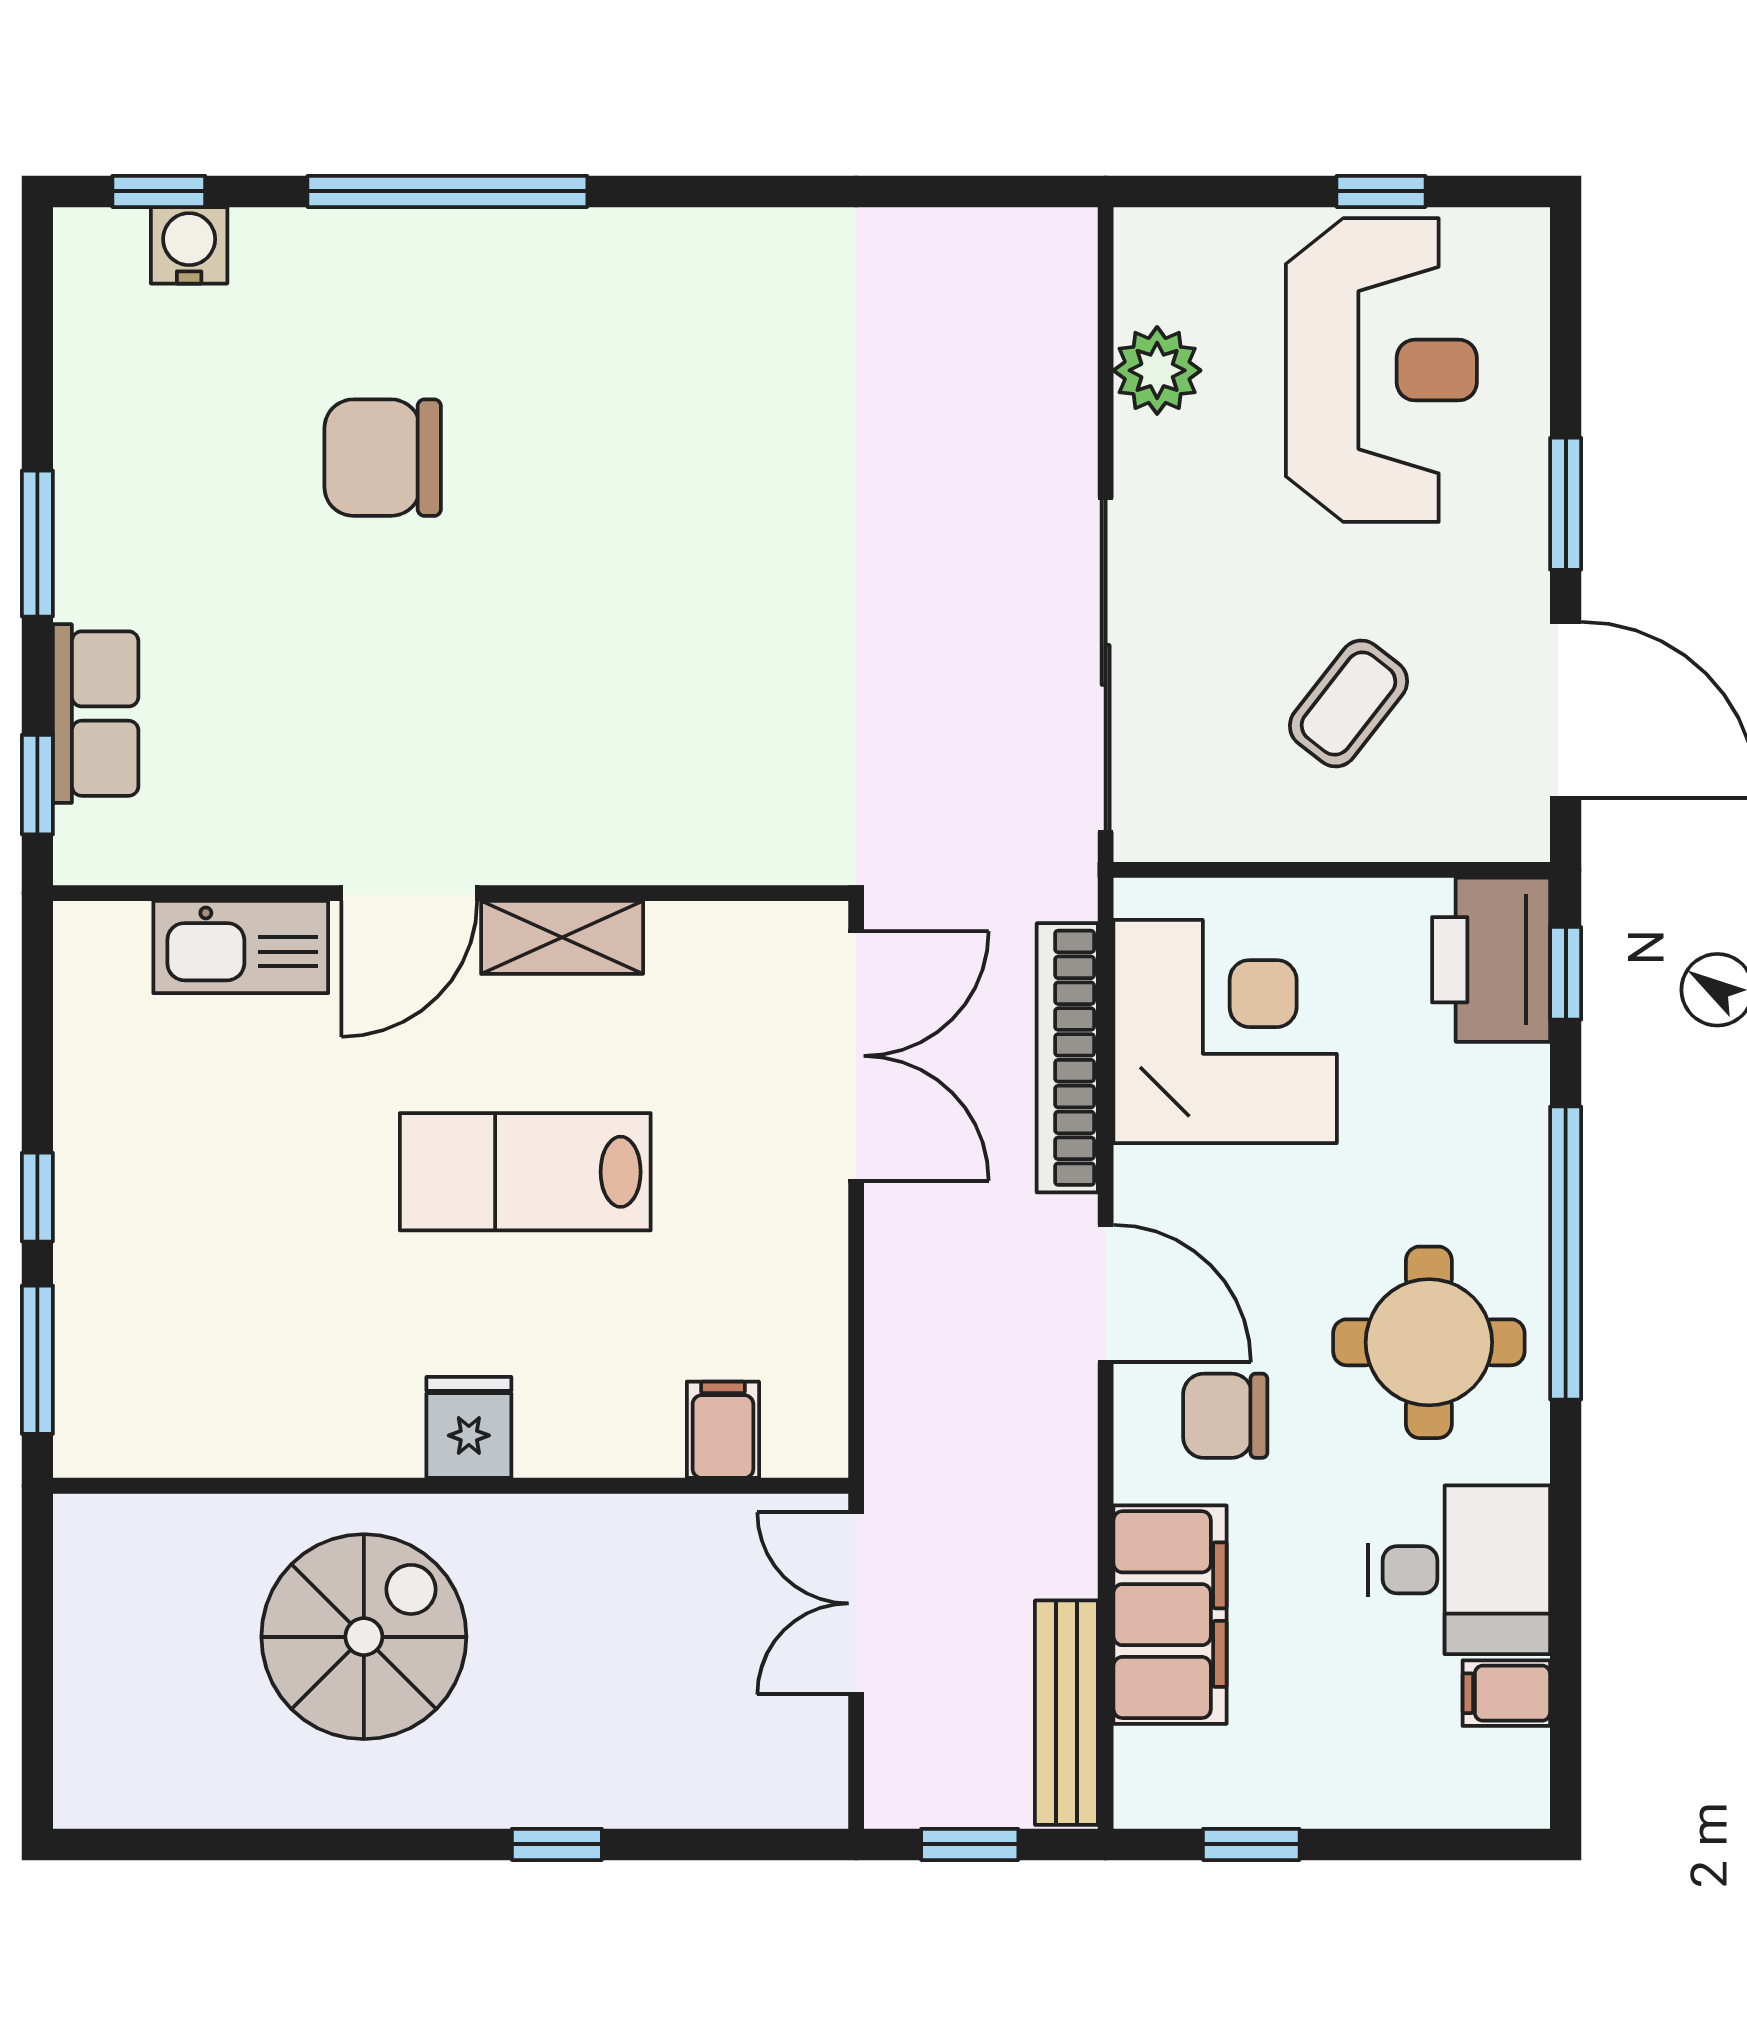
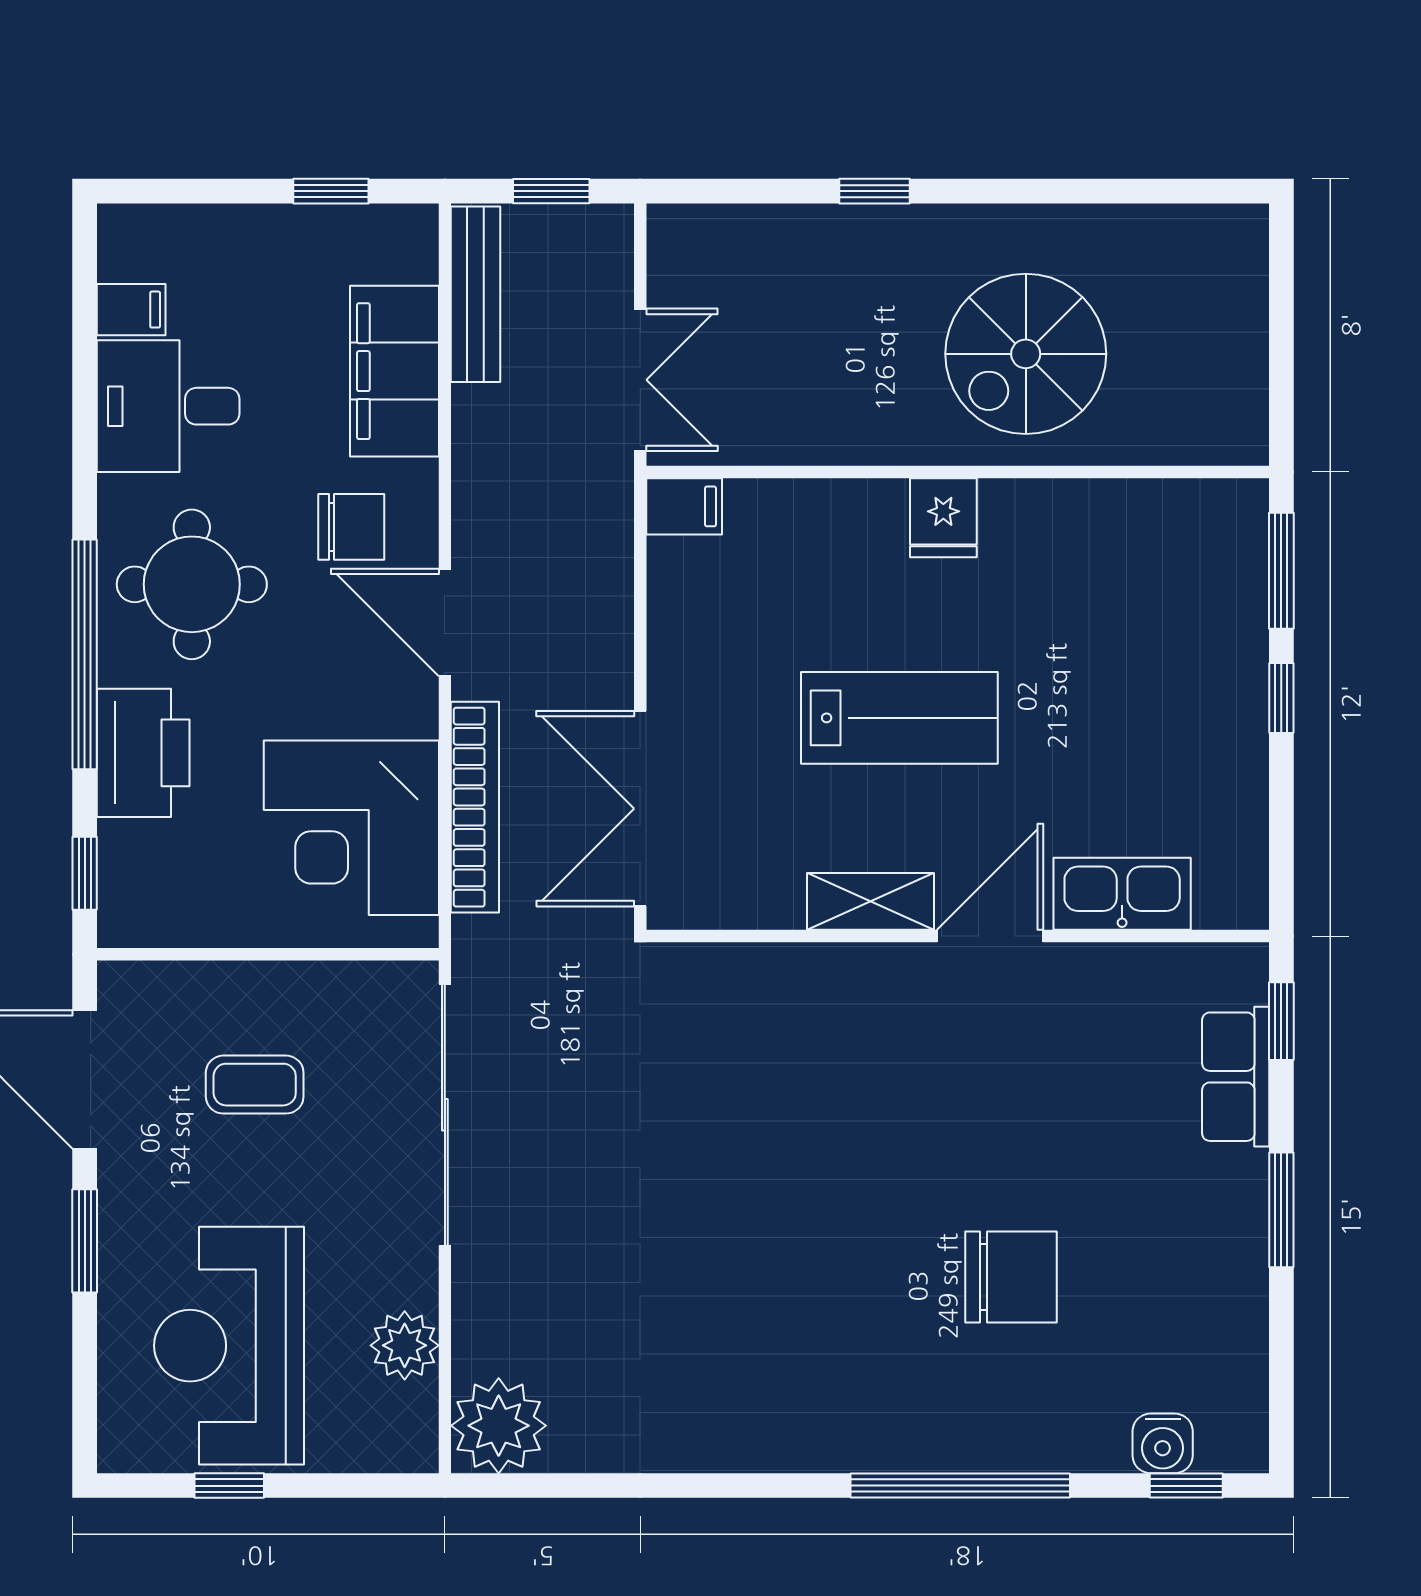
plant: (1037, 268) -> (499, 1426), added
coffee table: (1349, 703) -> (255, 1085), turned 52
printer: (1491, 960) -> (143, 753), moved
filing cabinet: (723, 1430) -> (684, 506), moved, turned -90

